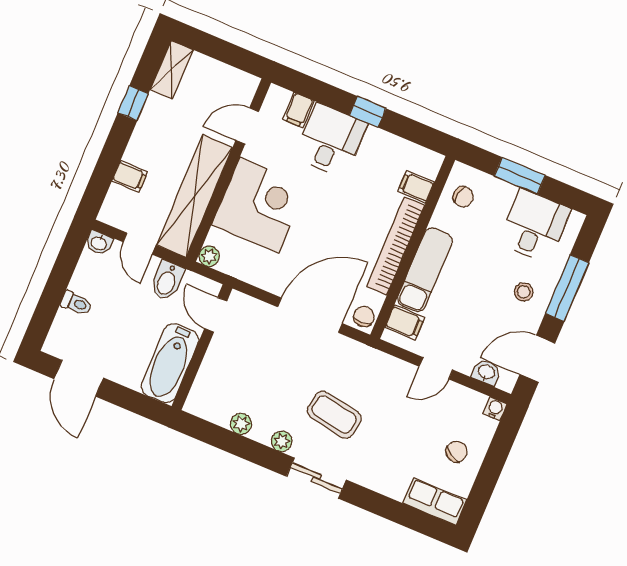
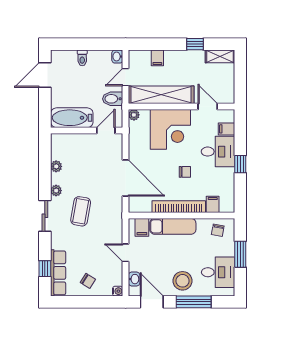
stool: (524, 292) -> (183, 281), width x1.89, depth x1.89
chair: (364, 317) -> (185, 172), moved
row of seats: (435, 502) -> (58, 273), width x1.48
window: (405, 516) -> (45, 269), added

